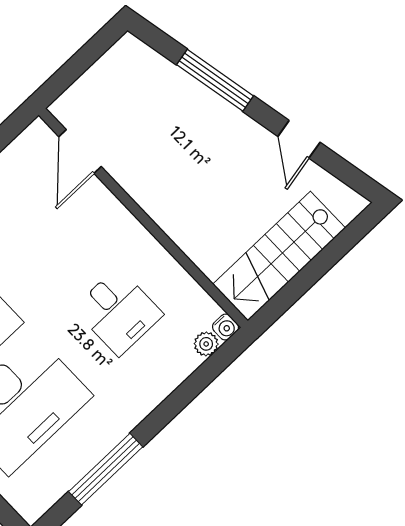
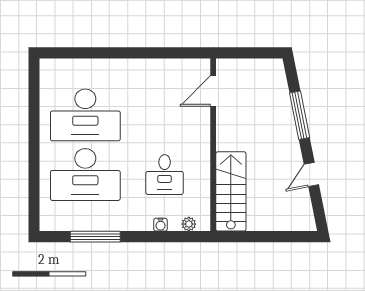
stairs: (279, 256) -> (231, 191), moved, turned 90
water cooler: (225, 327) -> (160, 225), moved

